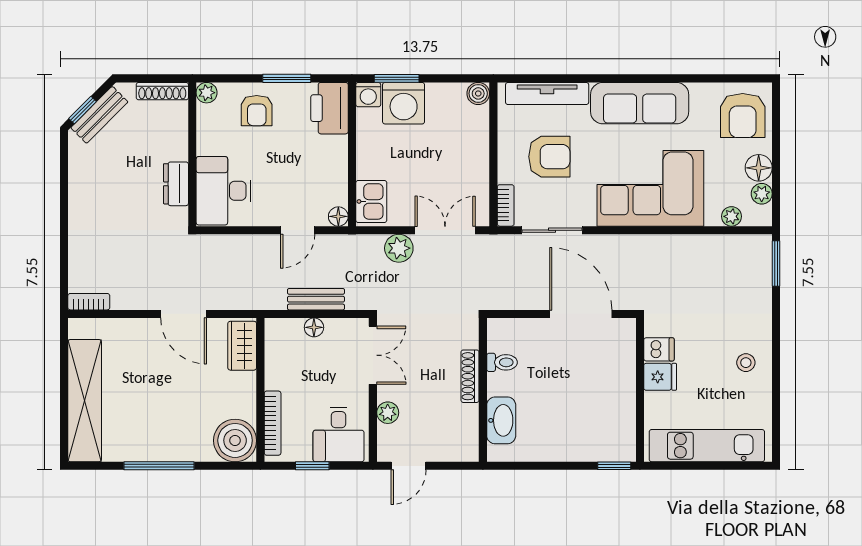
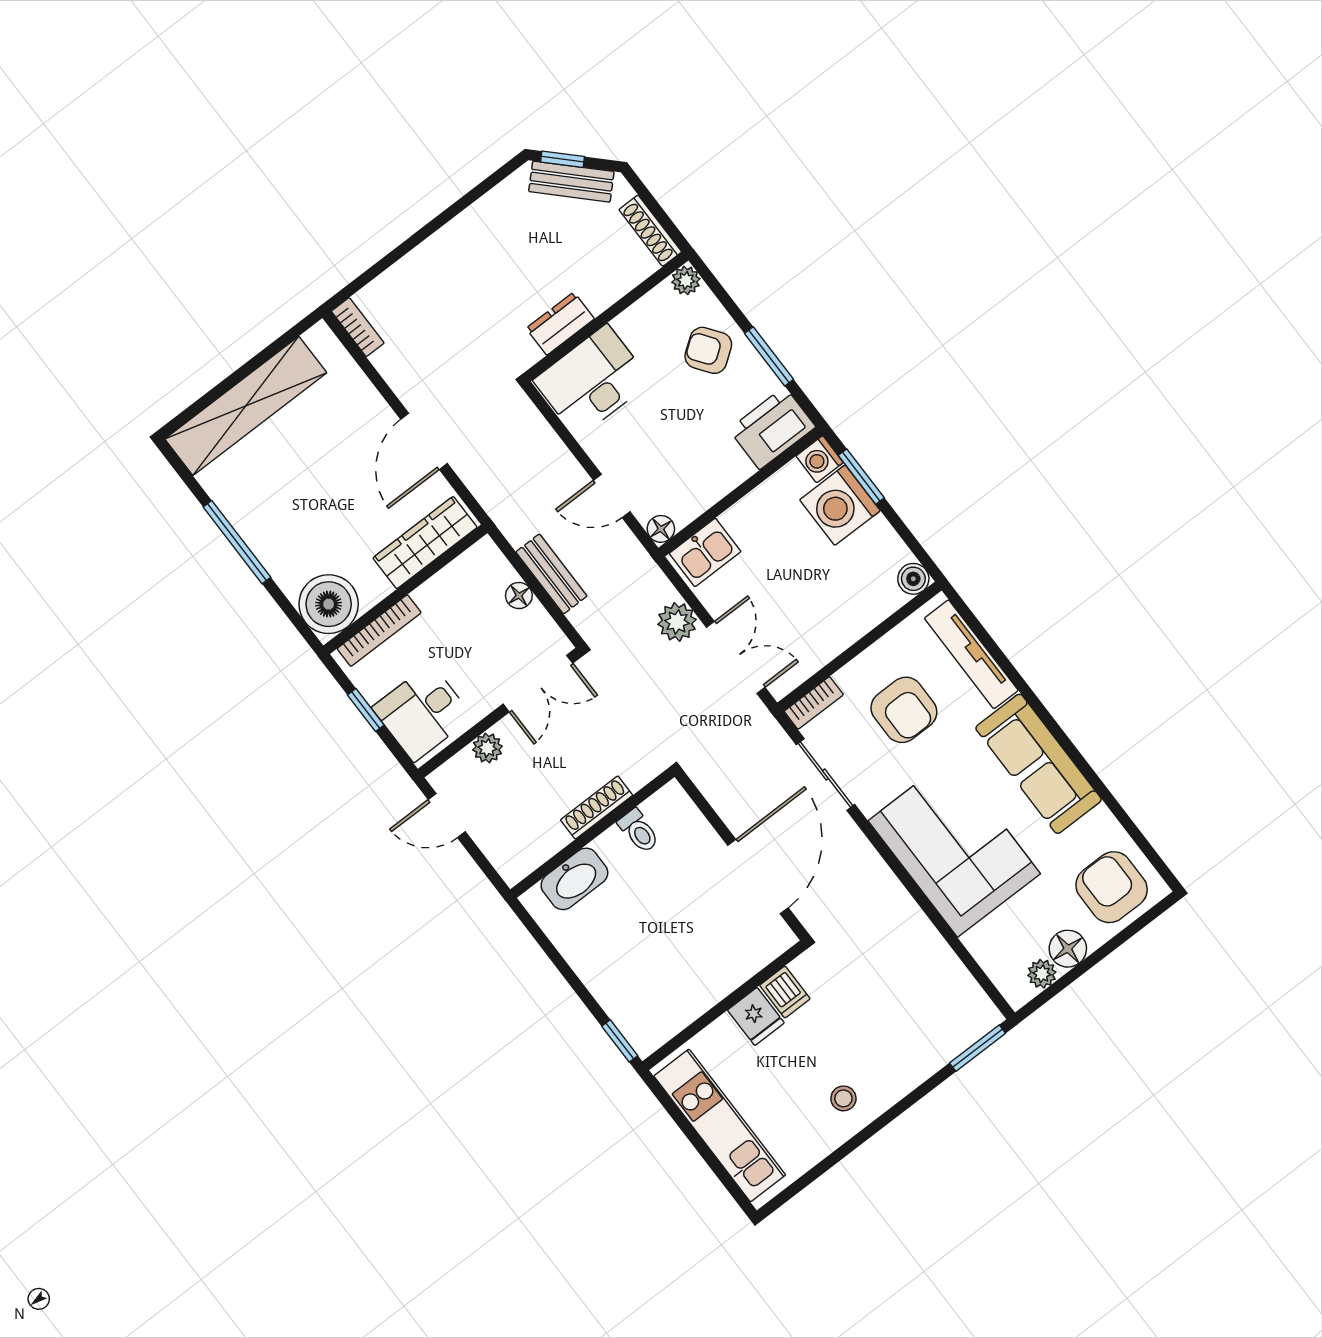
armchair: (257, 111) -> (708, 350), turned 54
armchair: (743, 116) -> (1112, 887), turned 90
plant: (732, 216) -> (992, 960), removed
wardrobe: (242, 346) -> (425, 543), width x1.50

